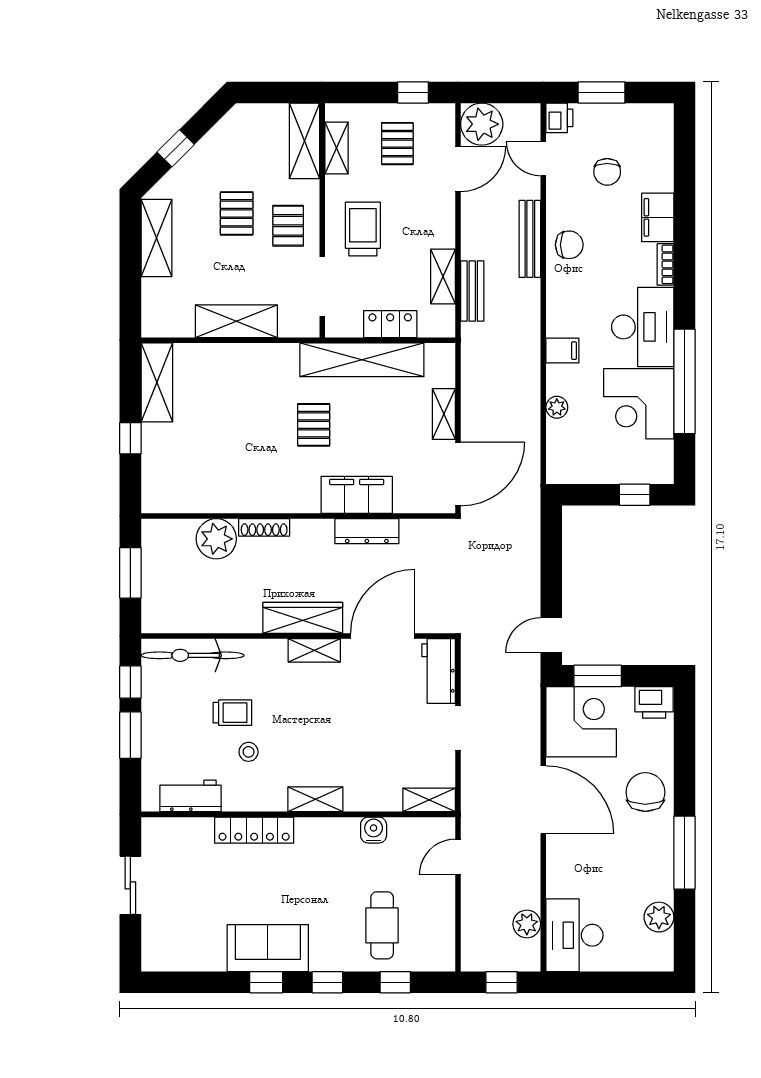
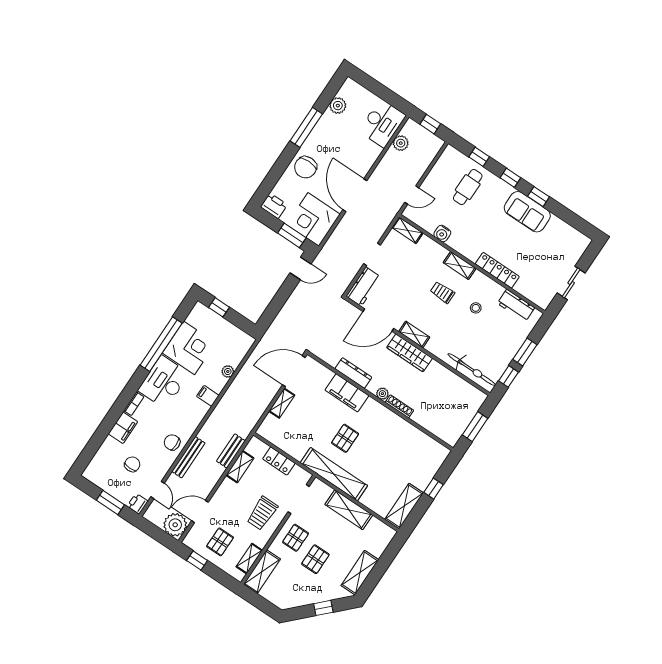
shelving: (362, 360) -> (334, 474), moved
plant: (216, 539) -> (382, 394), moved, width x0.53, depth x0.53
trolley: (232, 713) -> (442, 292), moved

